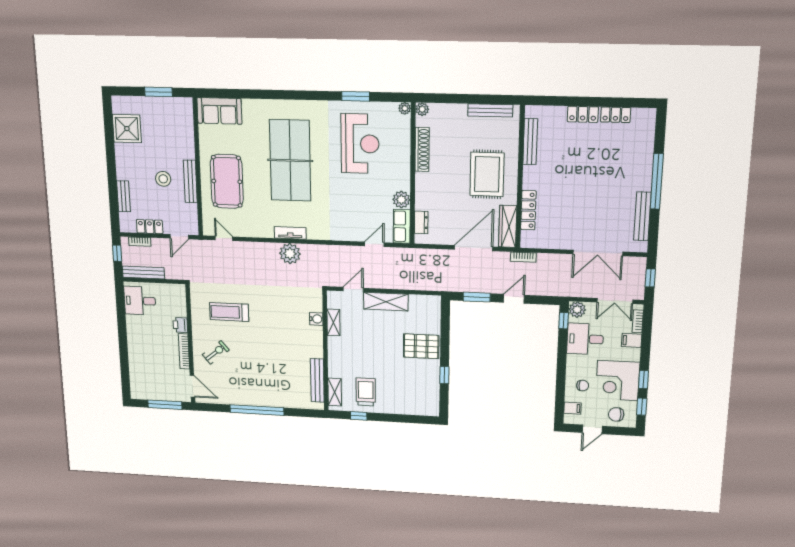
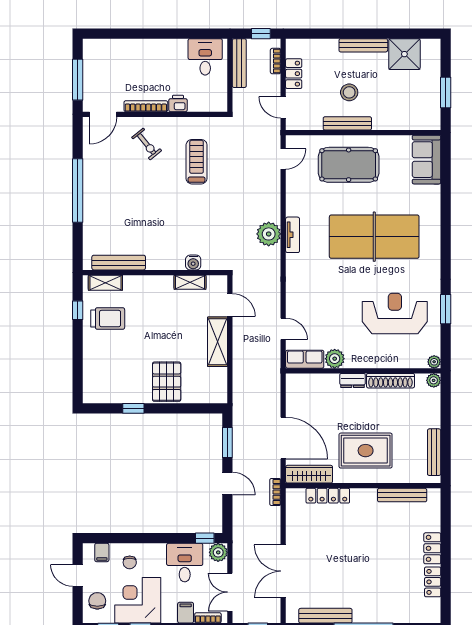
reception desk: (360, 144) -> (395, 314), turned 180
bench: (124, 196) -> (363, 45), moved, width x1.36
dresser: (421, 222) -> (353, 380), moved

